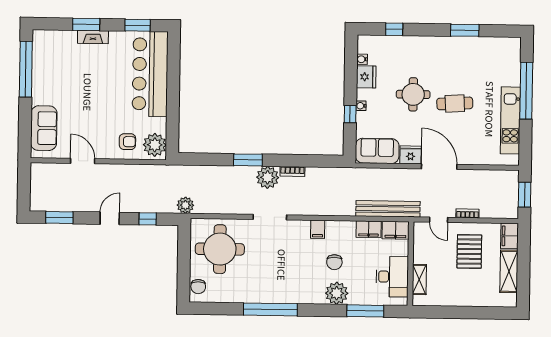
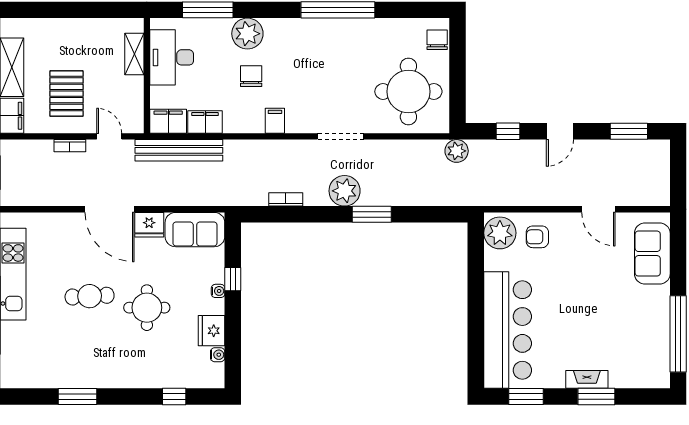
bookcase: (292, 171) -> (286, 199), moved

